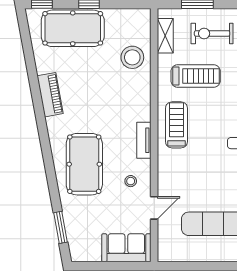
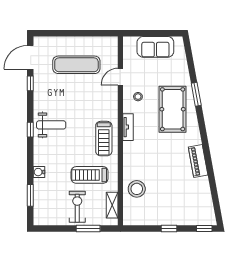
pool table: (73, 28) -> (181, 211), removed
exercise bike: (212, 33) -> (77, 207), turned -90
window: (60, 227) -> (196, 94), moved
sofa: (126, 248) -> (155, 47), moved

